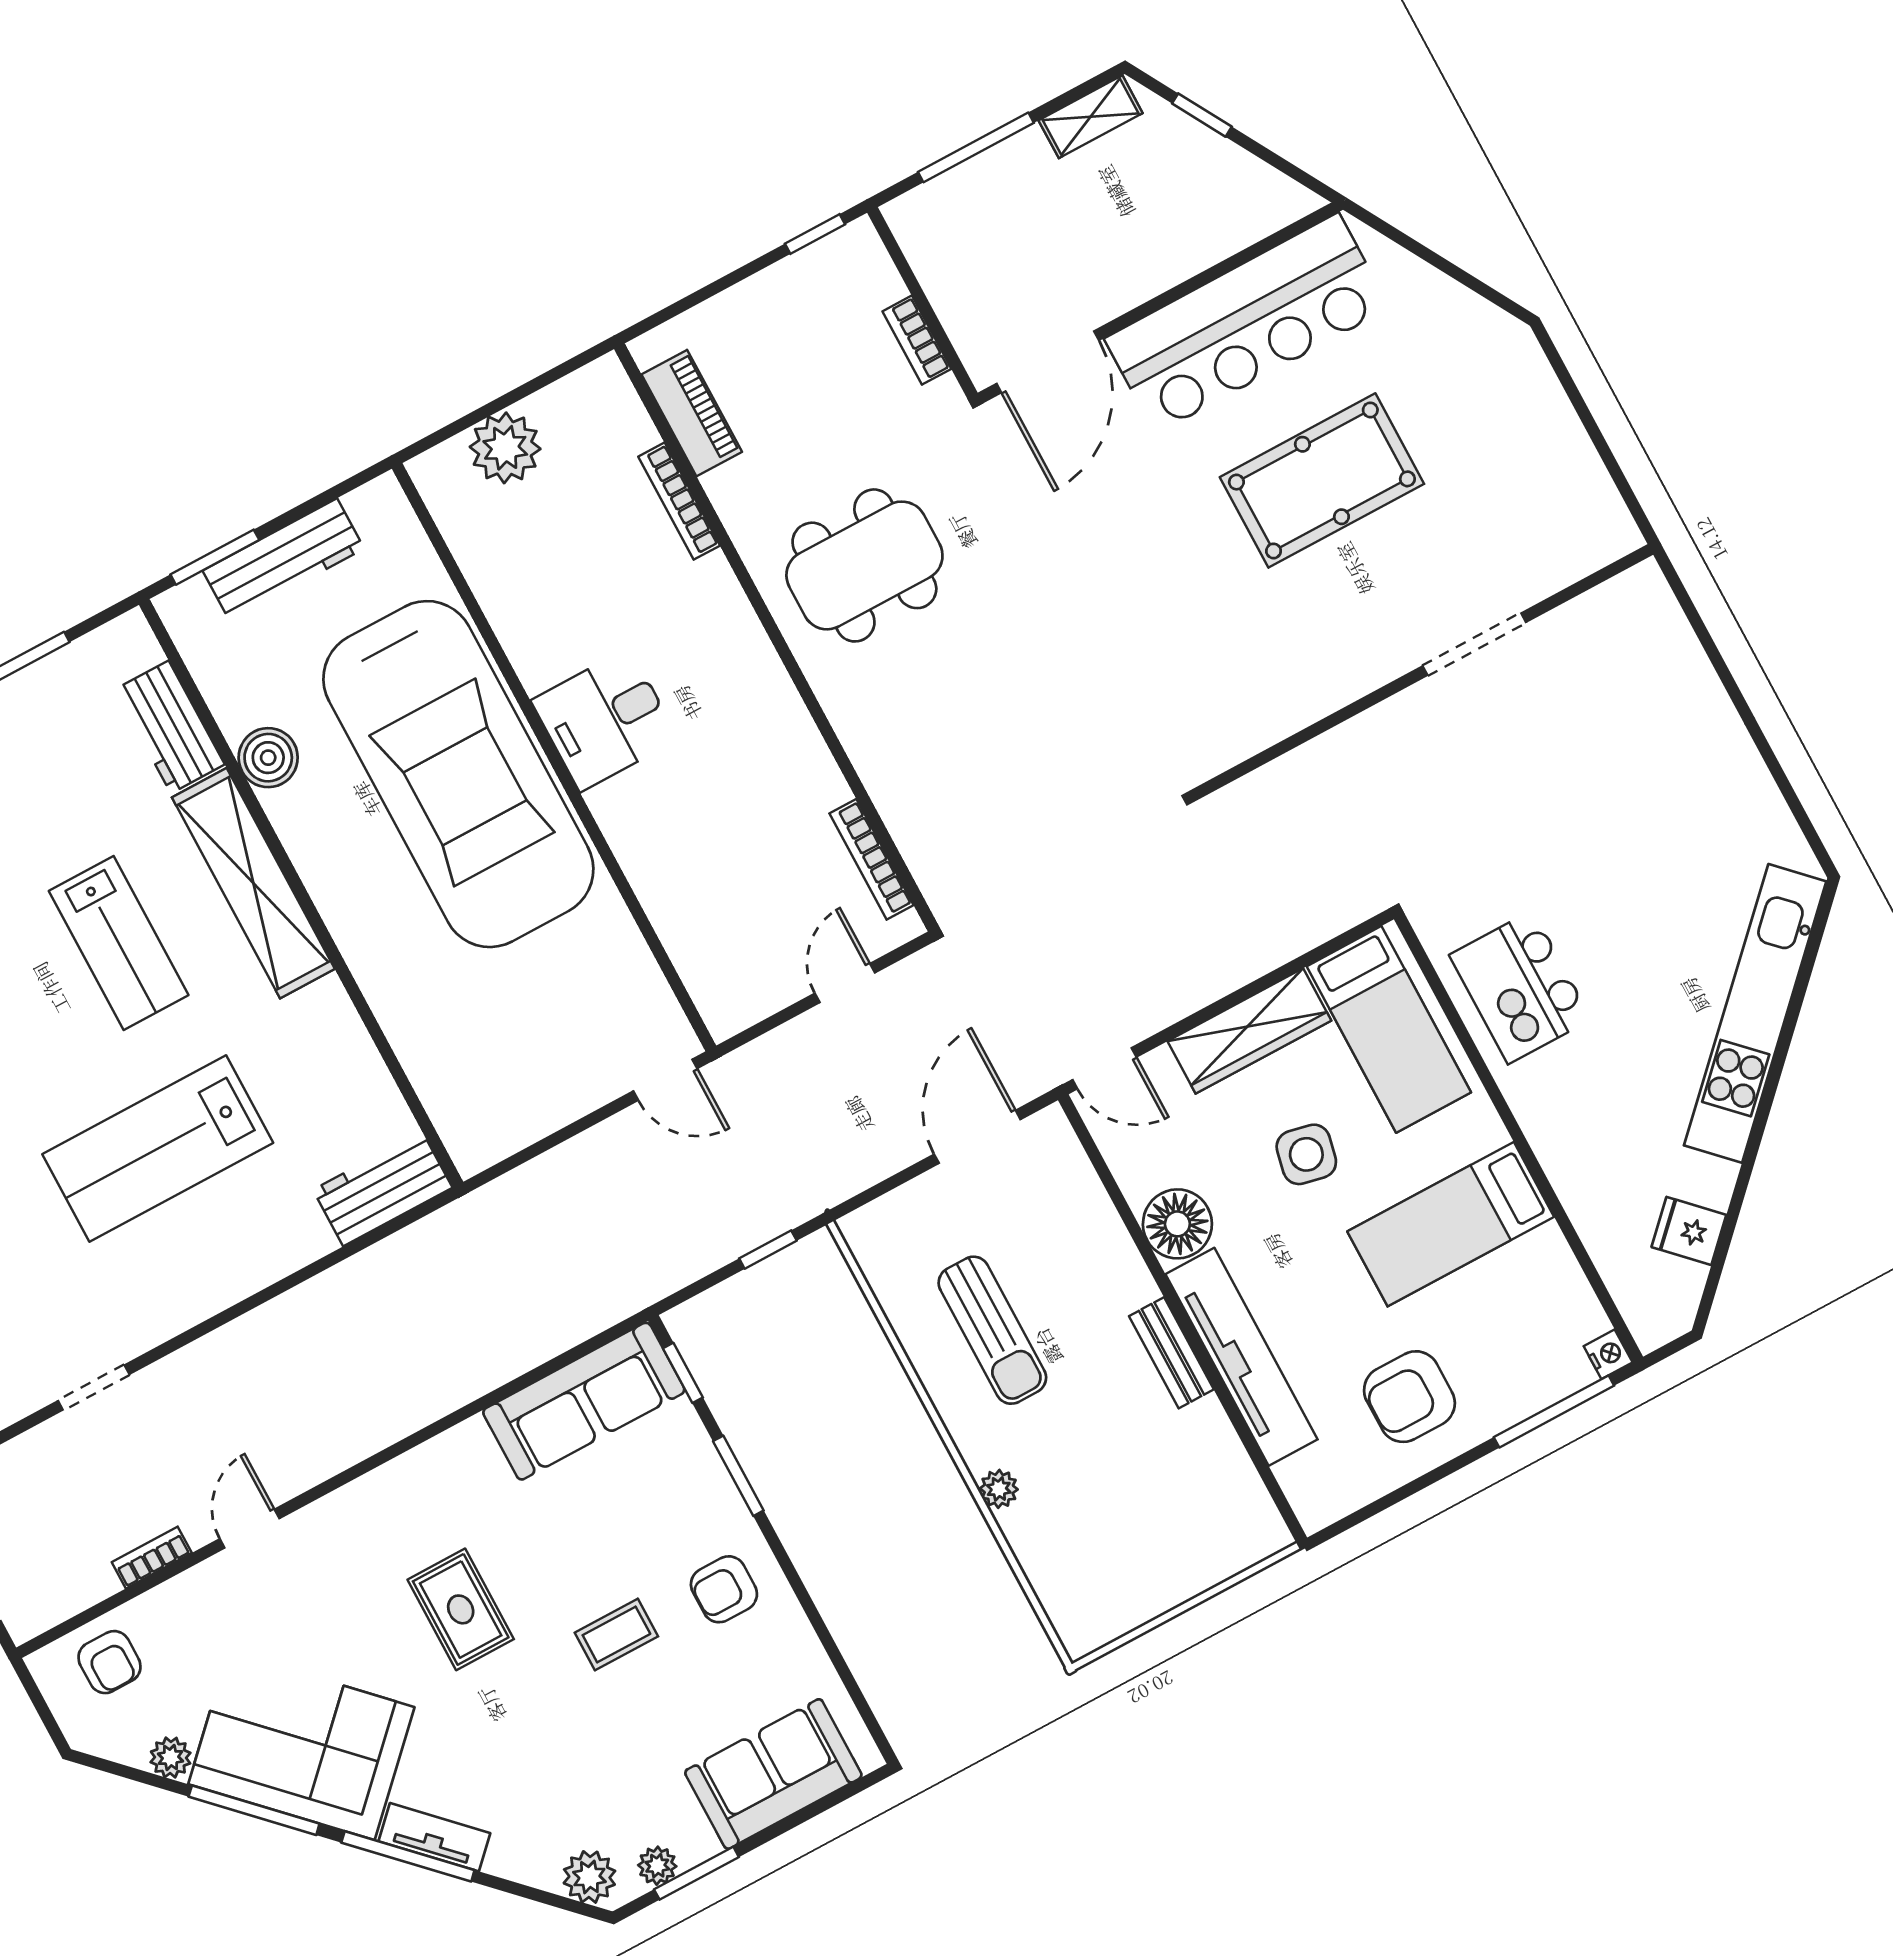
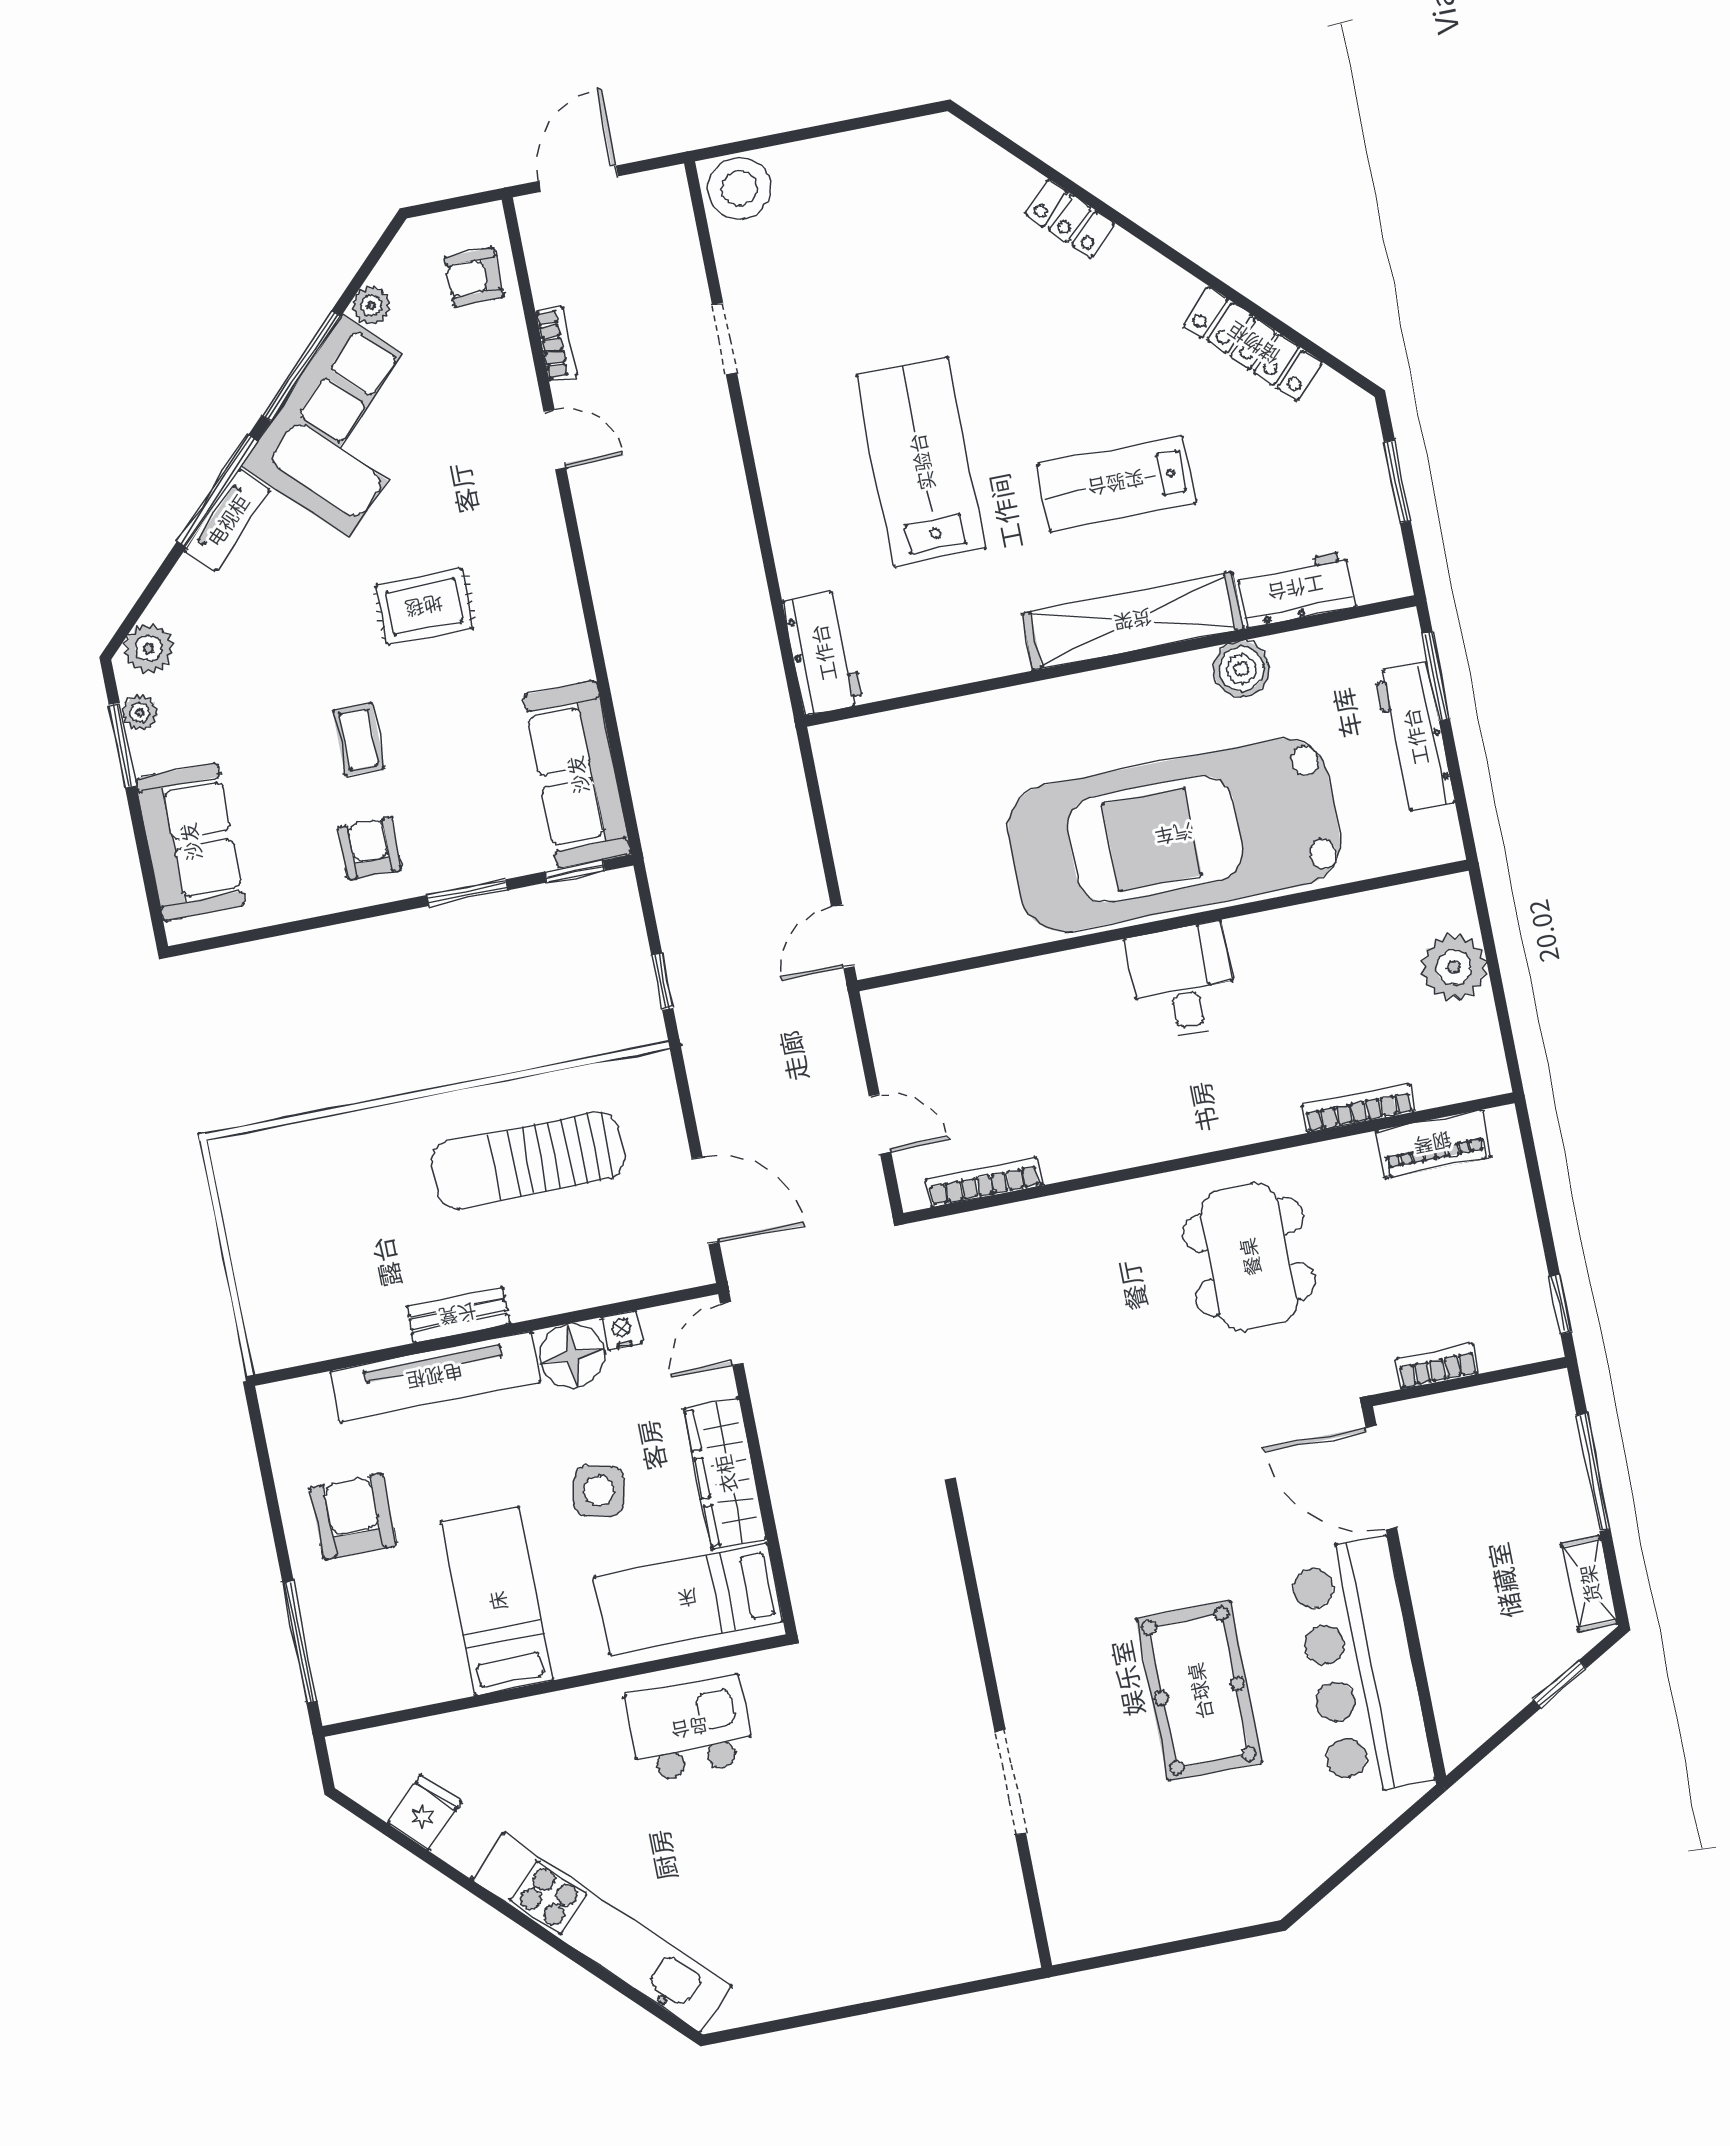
sun lounger: (992, 1330) -> (528, 1161), width x1.36, depth x1.34
nightstand: (1608, 1354) -> (622, 1330), moved, turned 180
plant: (999, 1489) -> (384, 1123), removed

